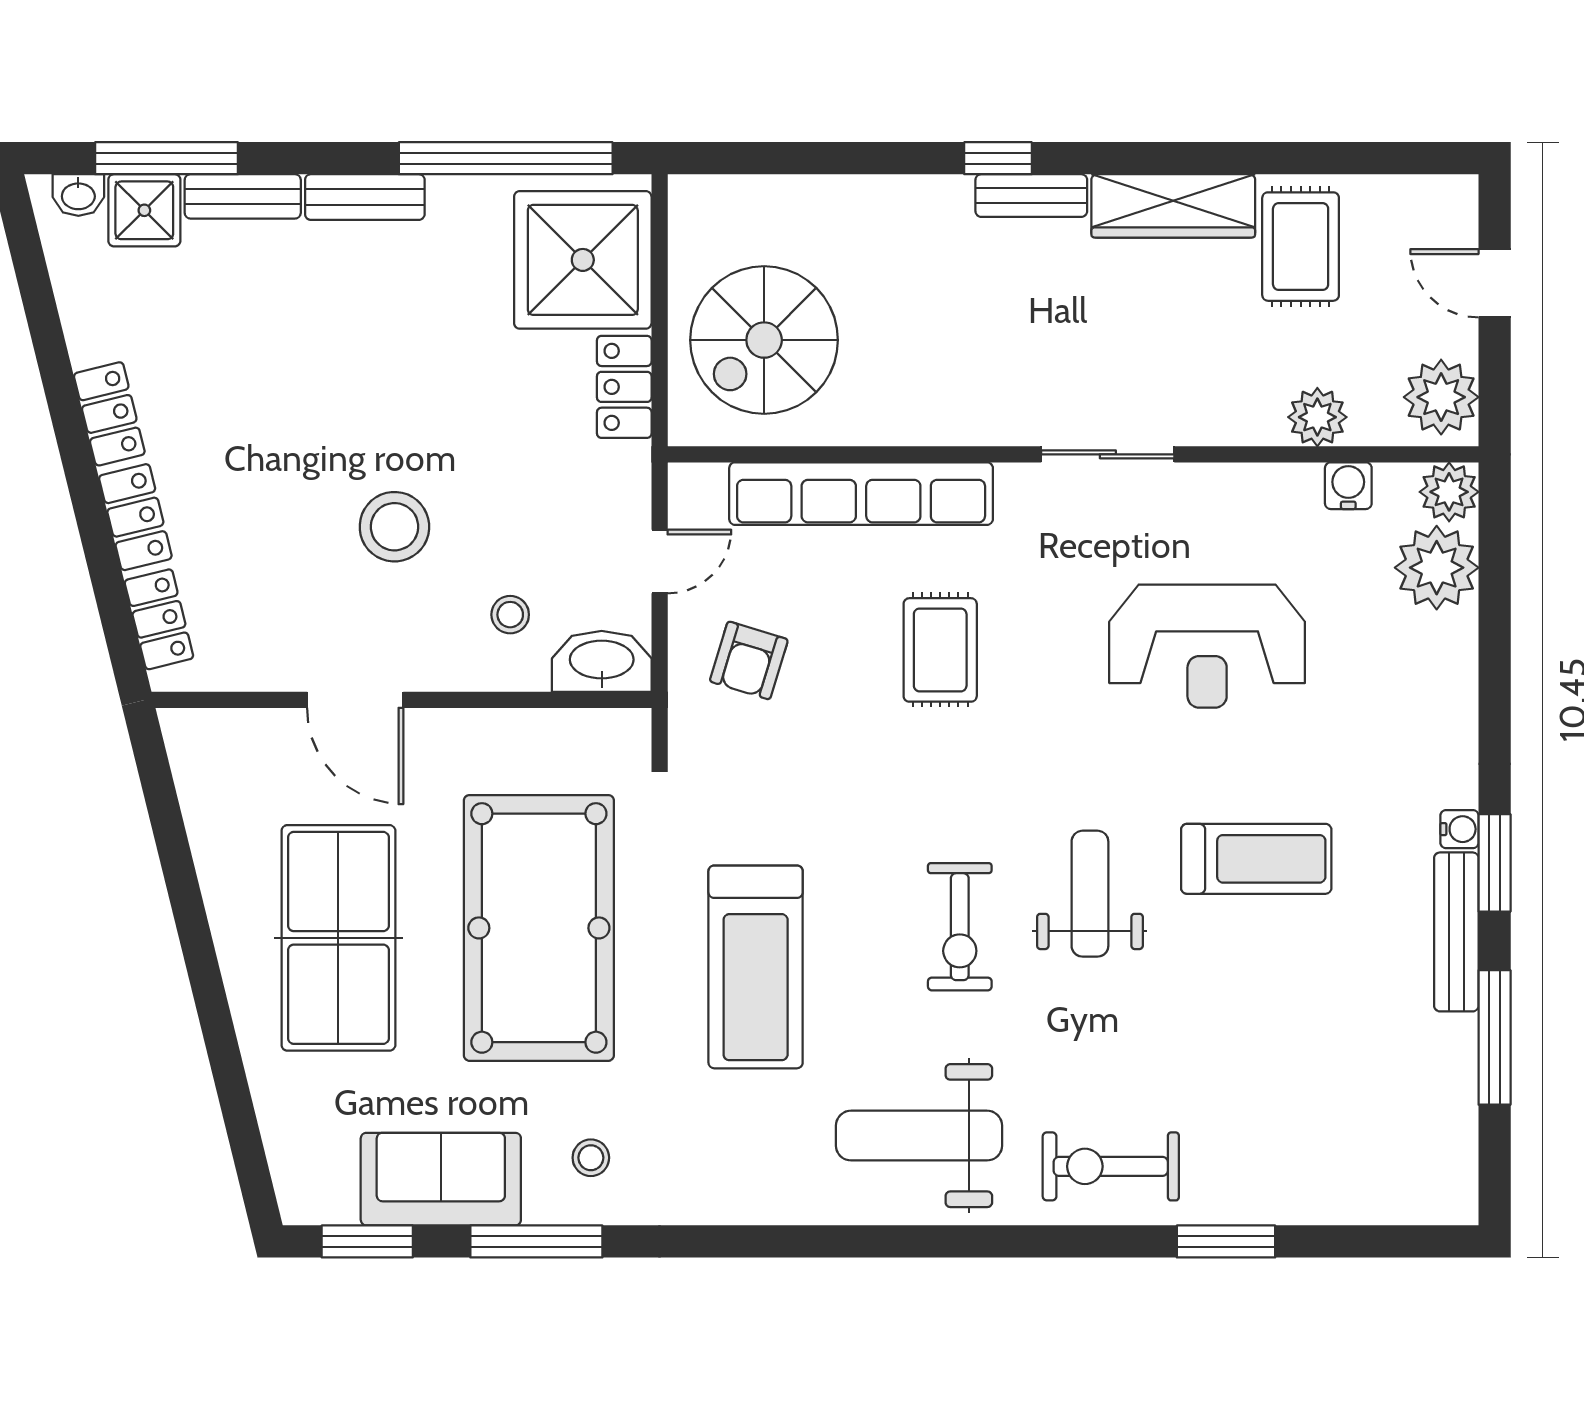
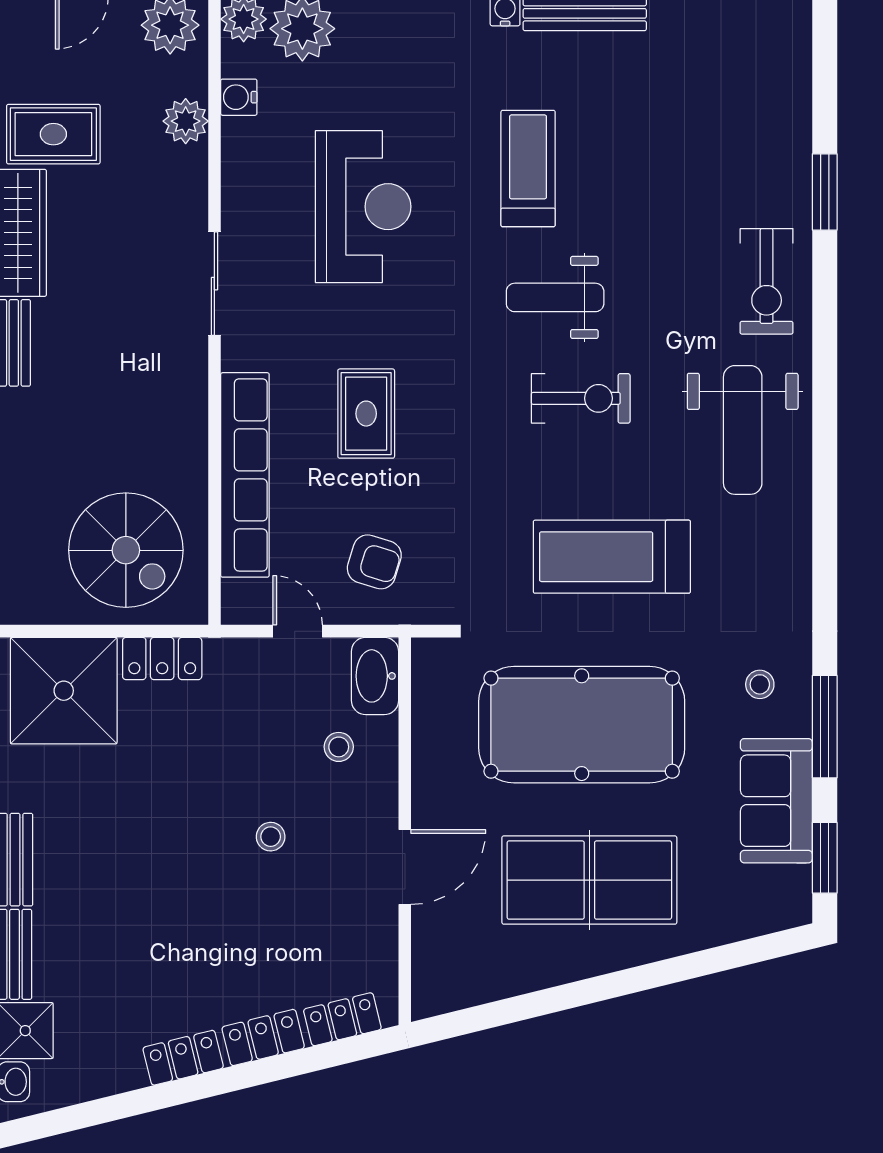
stool: (394, 527) -> (271, 837), width x0.53, depth x0.53
rug: (940, 650) -> (366, 414), turned 90
treadmill: (756, 967) -> (612, 557), turned 180

